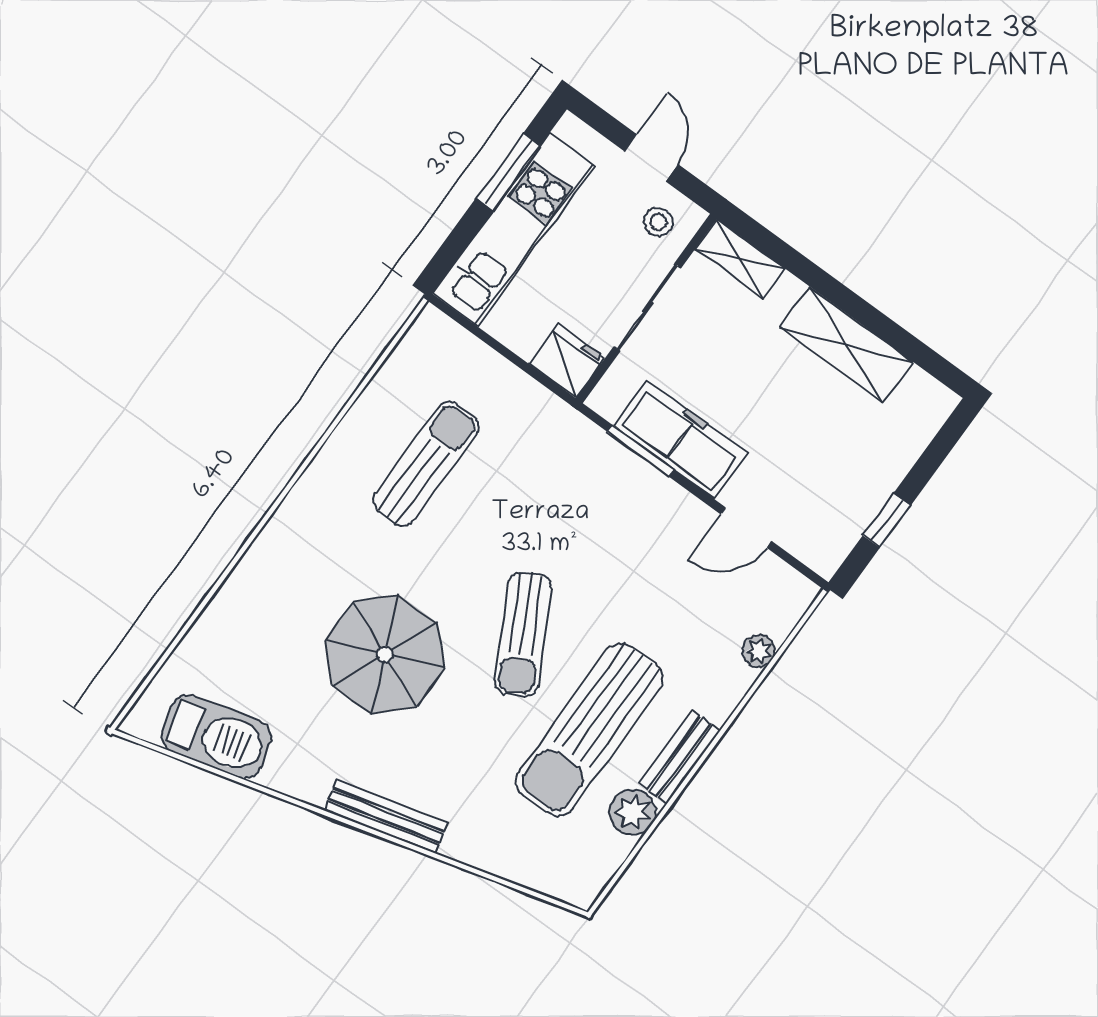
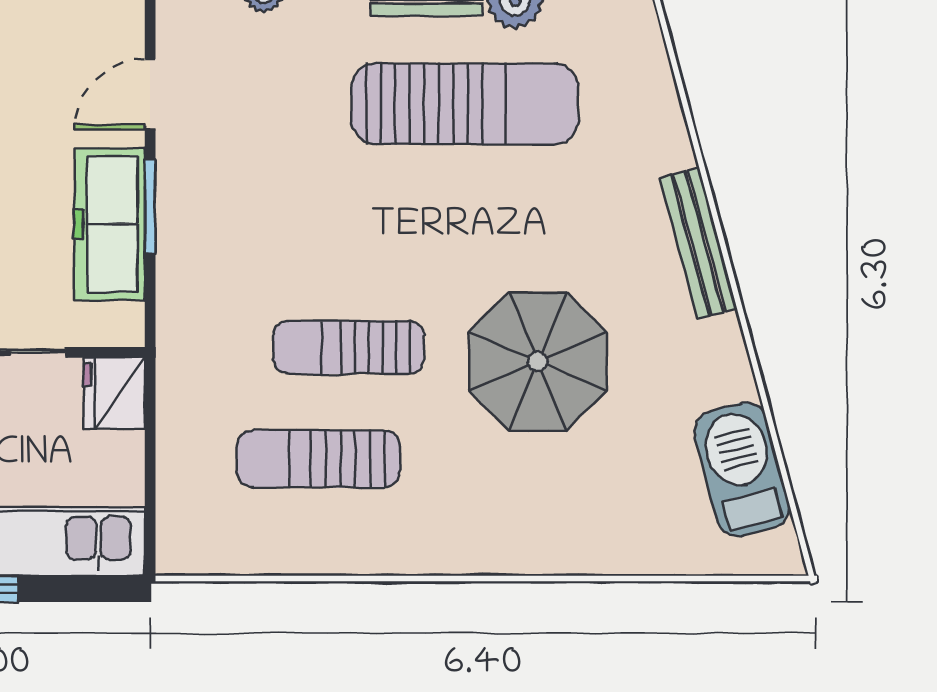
window: (641, 451) -> (150, 207), moved
door: (746, 528) -> (150, 94), swing flipped
sun lounger: (523, 635) -> (349, 347), moved, turned -152

